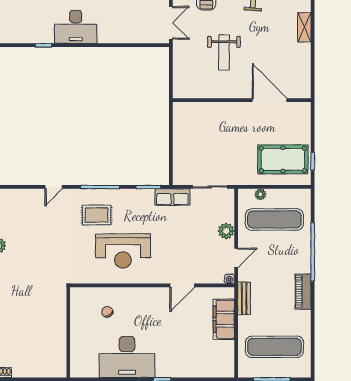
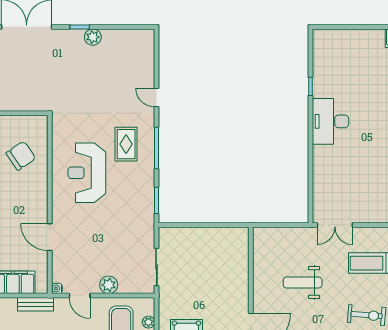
row of seats: (172, 197) -> (146, 226), removed
chair: (107, 312) -> (21, 156), width x1.87, depth x1.87

